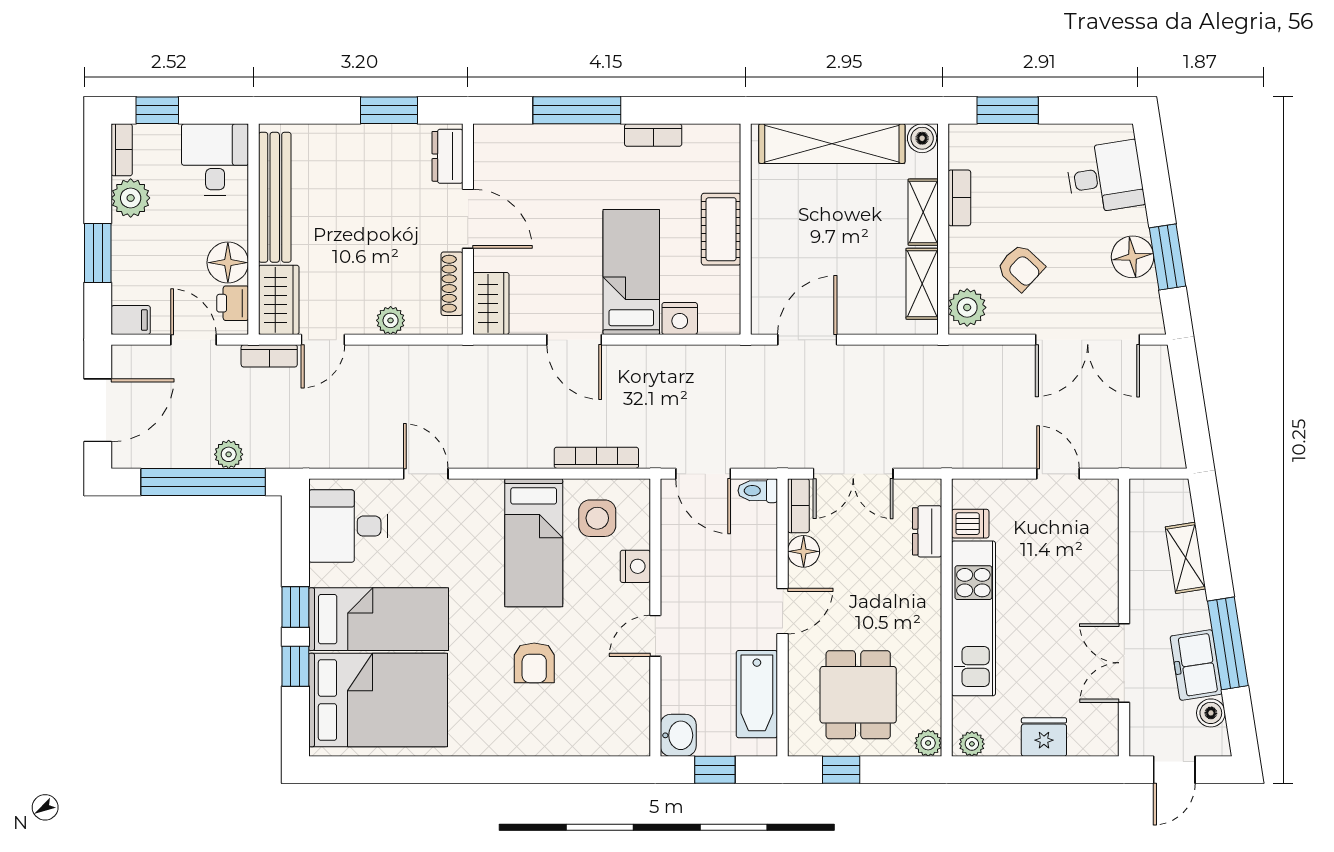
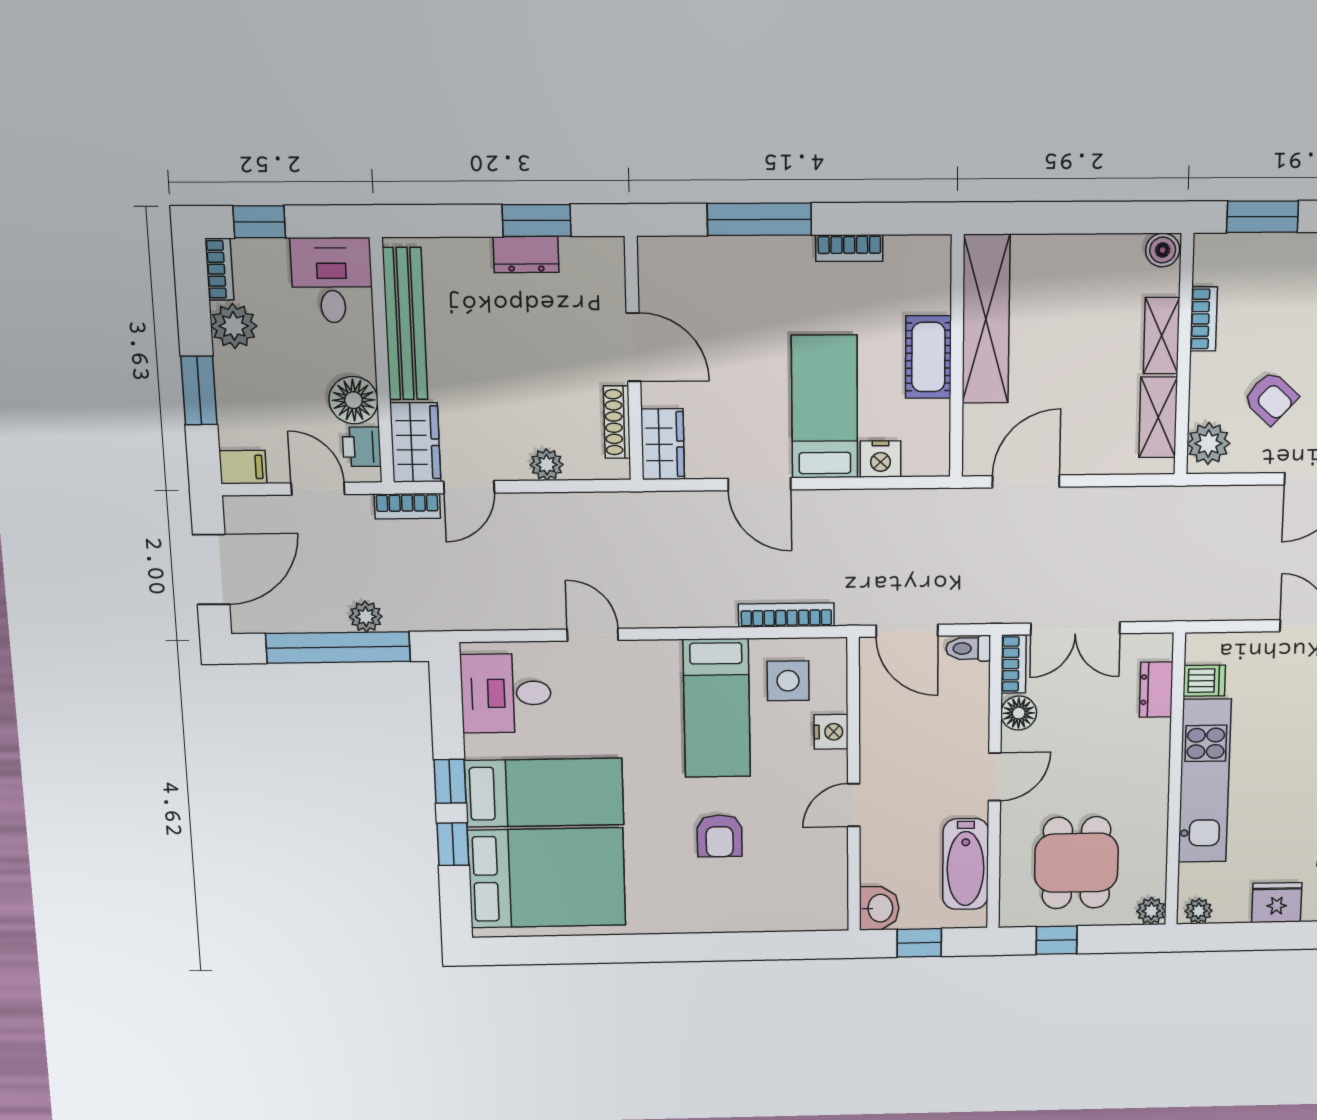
shelving: (832, 144) -> (986, 319), moved, turned 90
dresser: (447, 156) -> (526, 255), moved, turned -90

